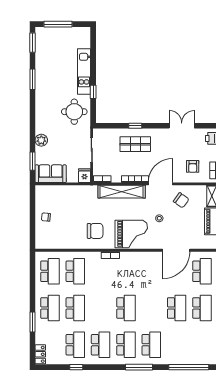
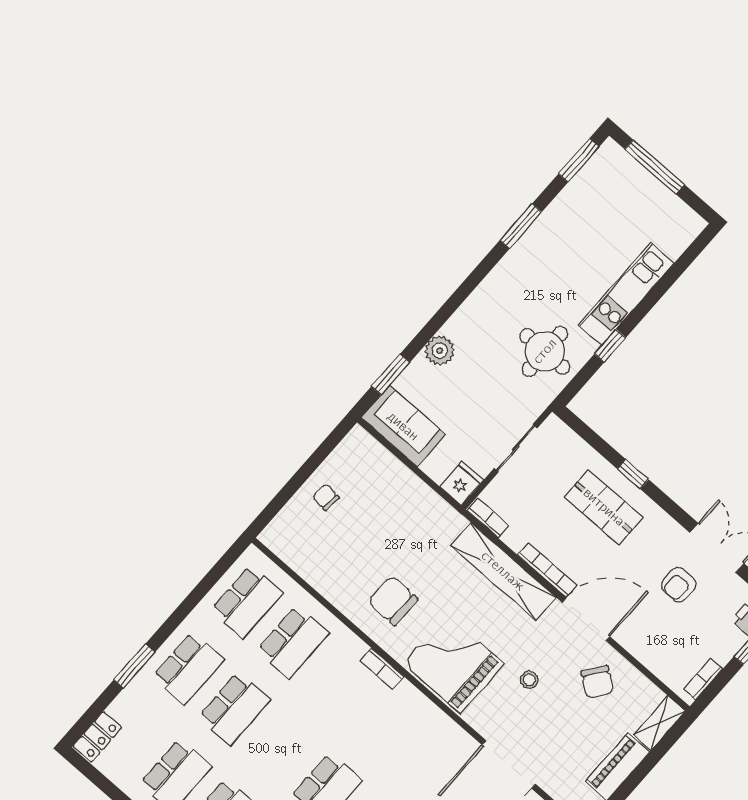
armchair: (193, 166) -> (679, 585), moved
chair: (95, 231) -> (393, 601), turned 180
grand piano: (131, 234) -> (453, 664), turned 180

